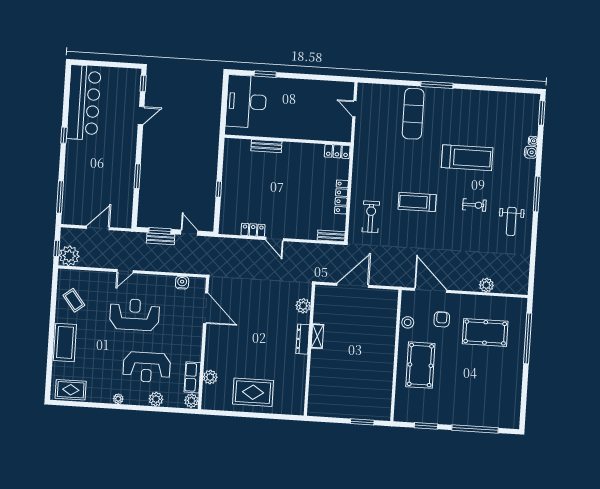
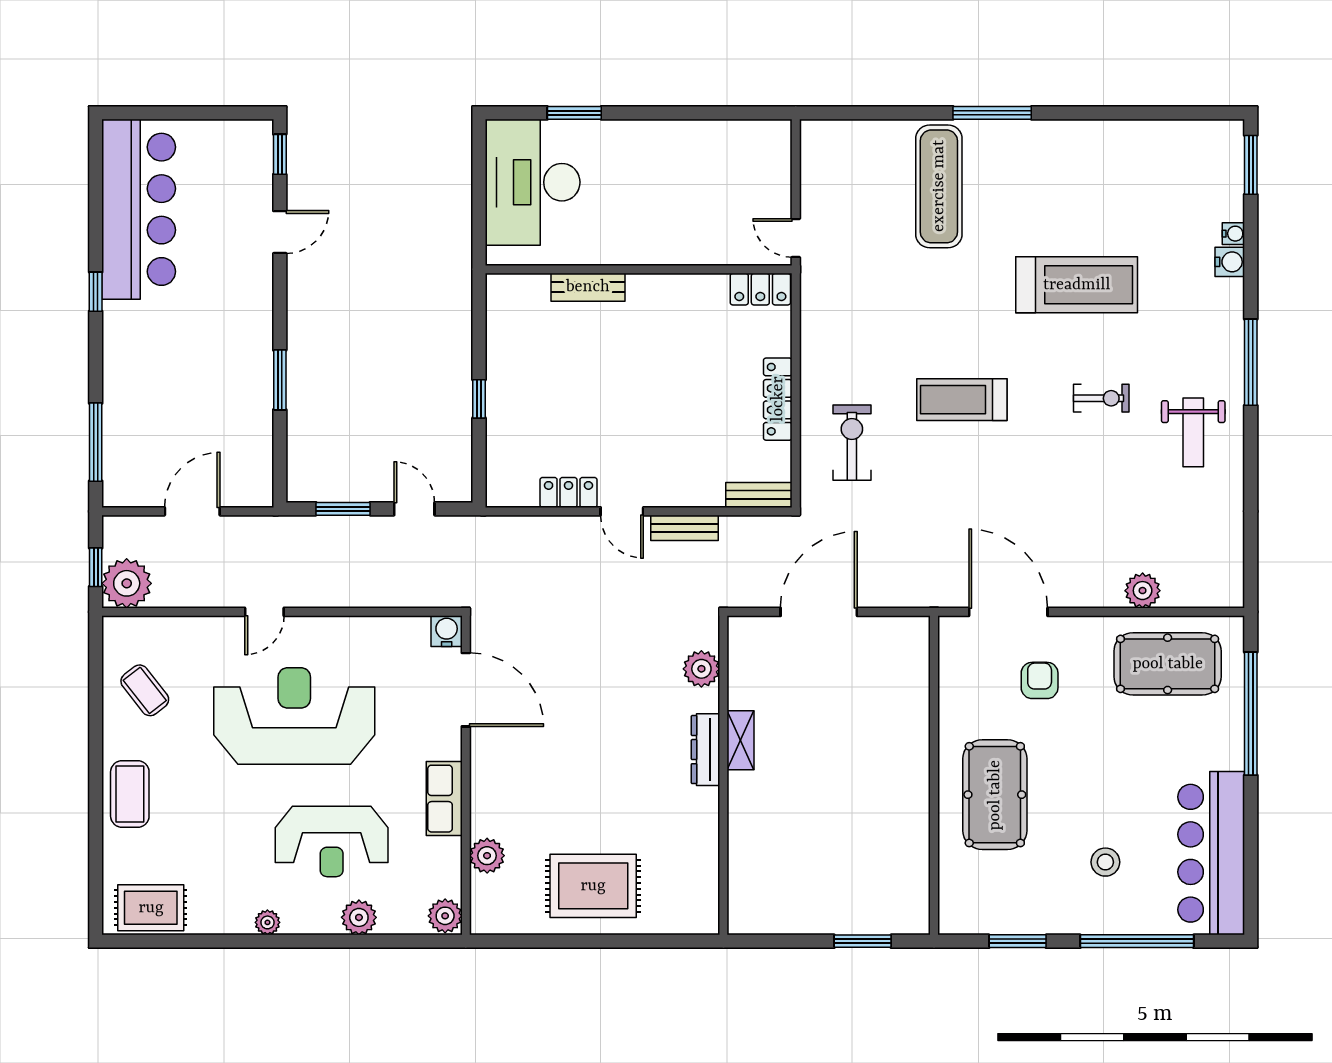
door: (354, 109) -> (796, 238), moved
bench: (161, 239) -> (684, 528), moved
water cooler: (182, 283) -> (447, 631), moved
reception desk: (135, 315) -> (294, 716), width x1.36, depth x1.30
stool: (408, 322) -> (1105, 862), moved
pool table: (485, 332) -> (1168, 664), moved
coffee table: (65, 342) -> (130, 794), width x0.73, depth x0.76
row of seats: (192, 377) -> (444, 799), moved
bar counter: (508, 395) -> (1211, 853), added

